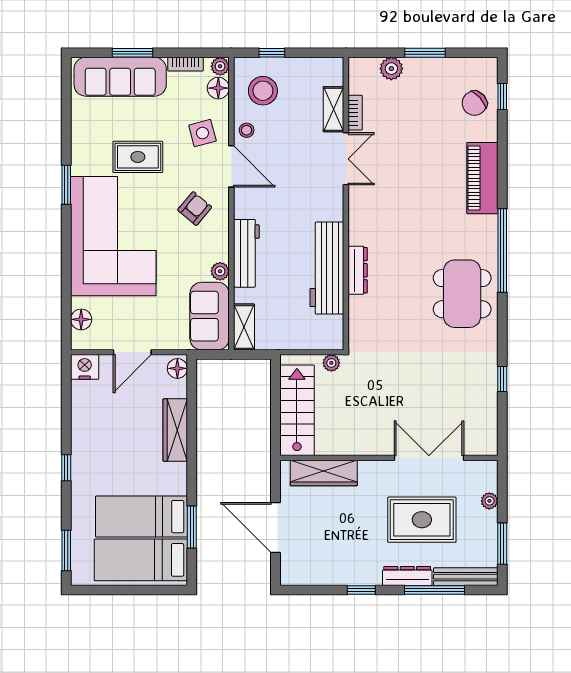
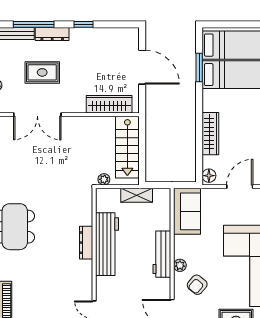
plant: (220, 271) -> (180, 265), moved
shelving: (244, 327) -> (137, 195), moved, turned 90
rug: (422, 520) -> (42, 72), width x0.73, depth x0.70

